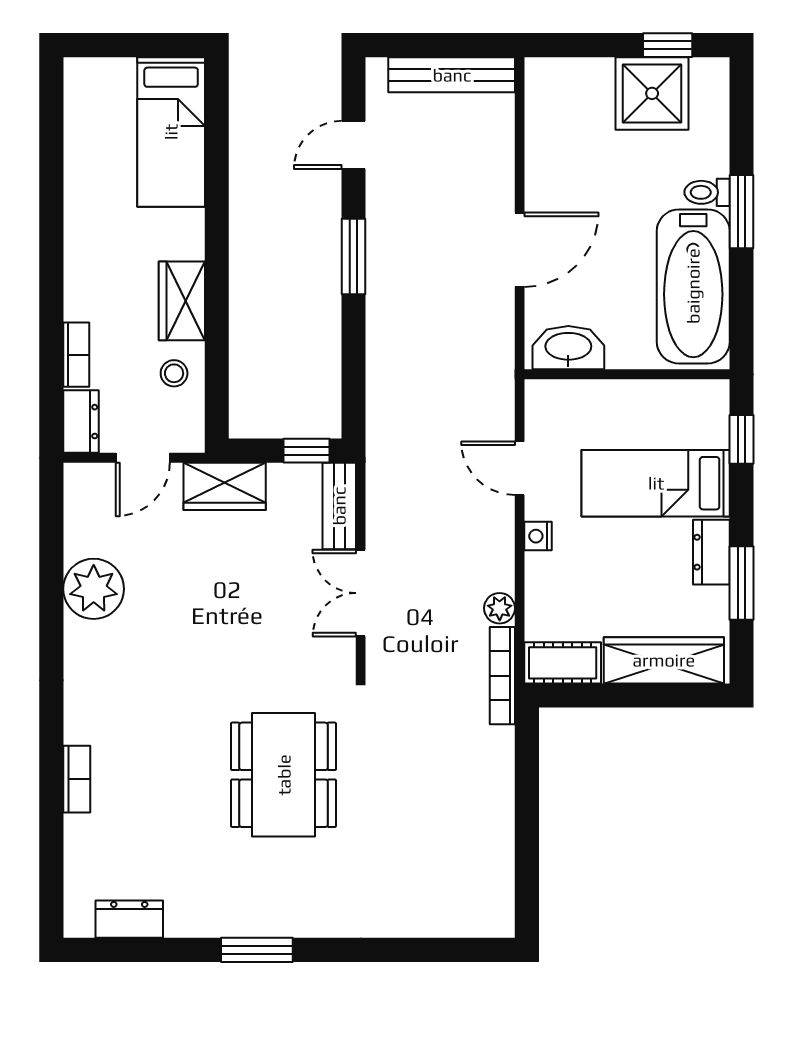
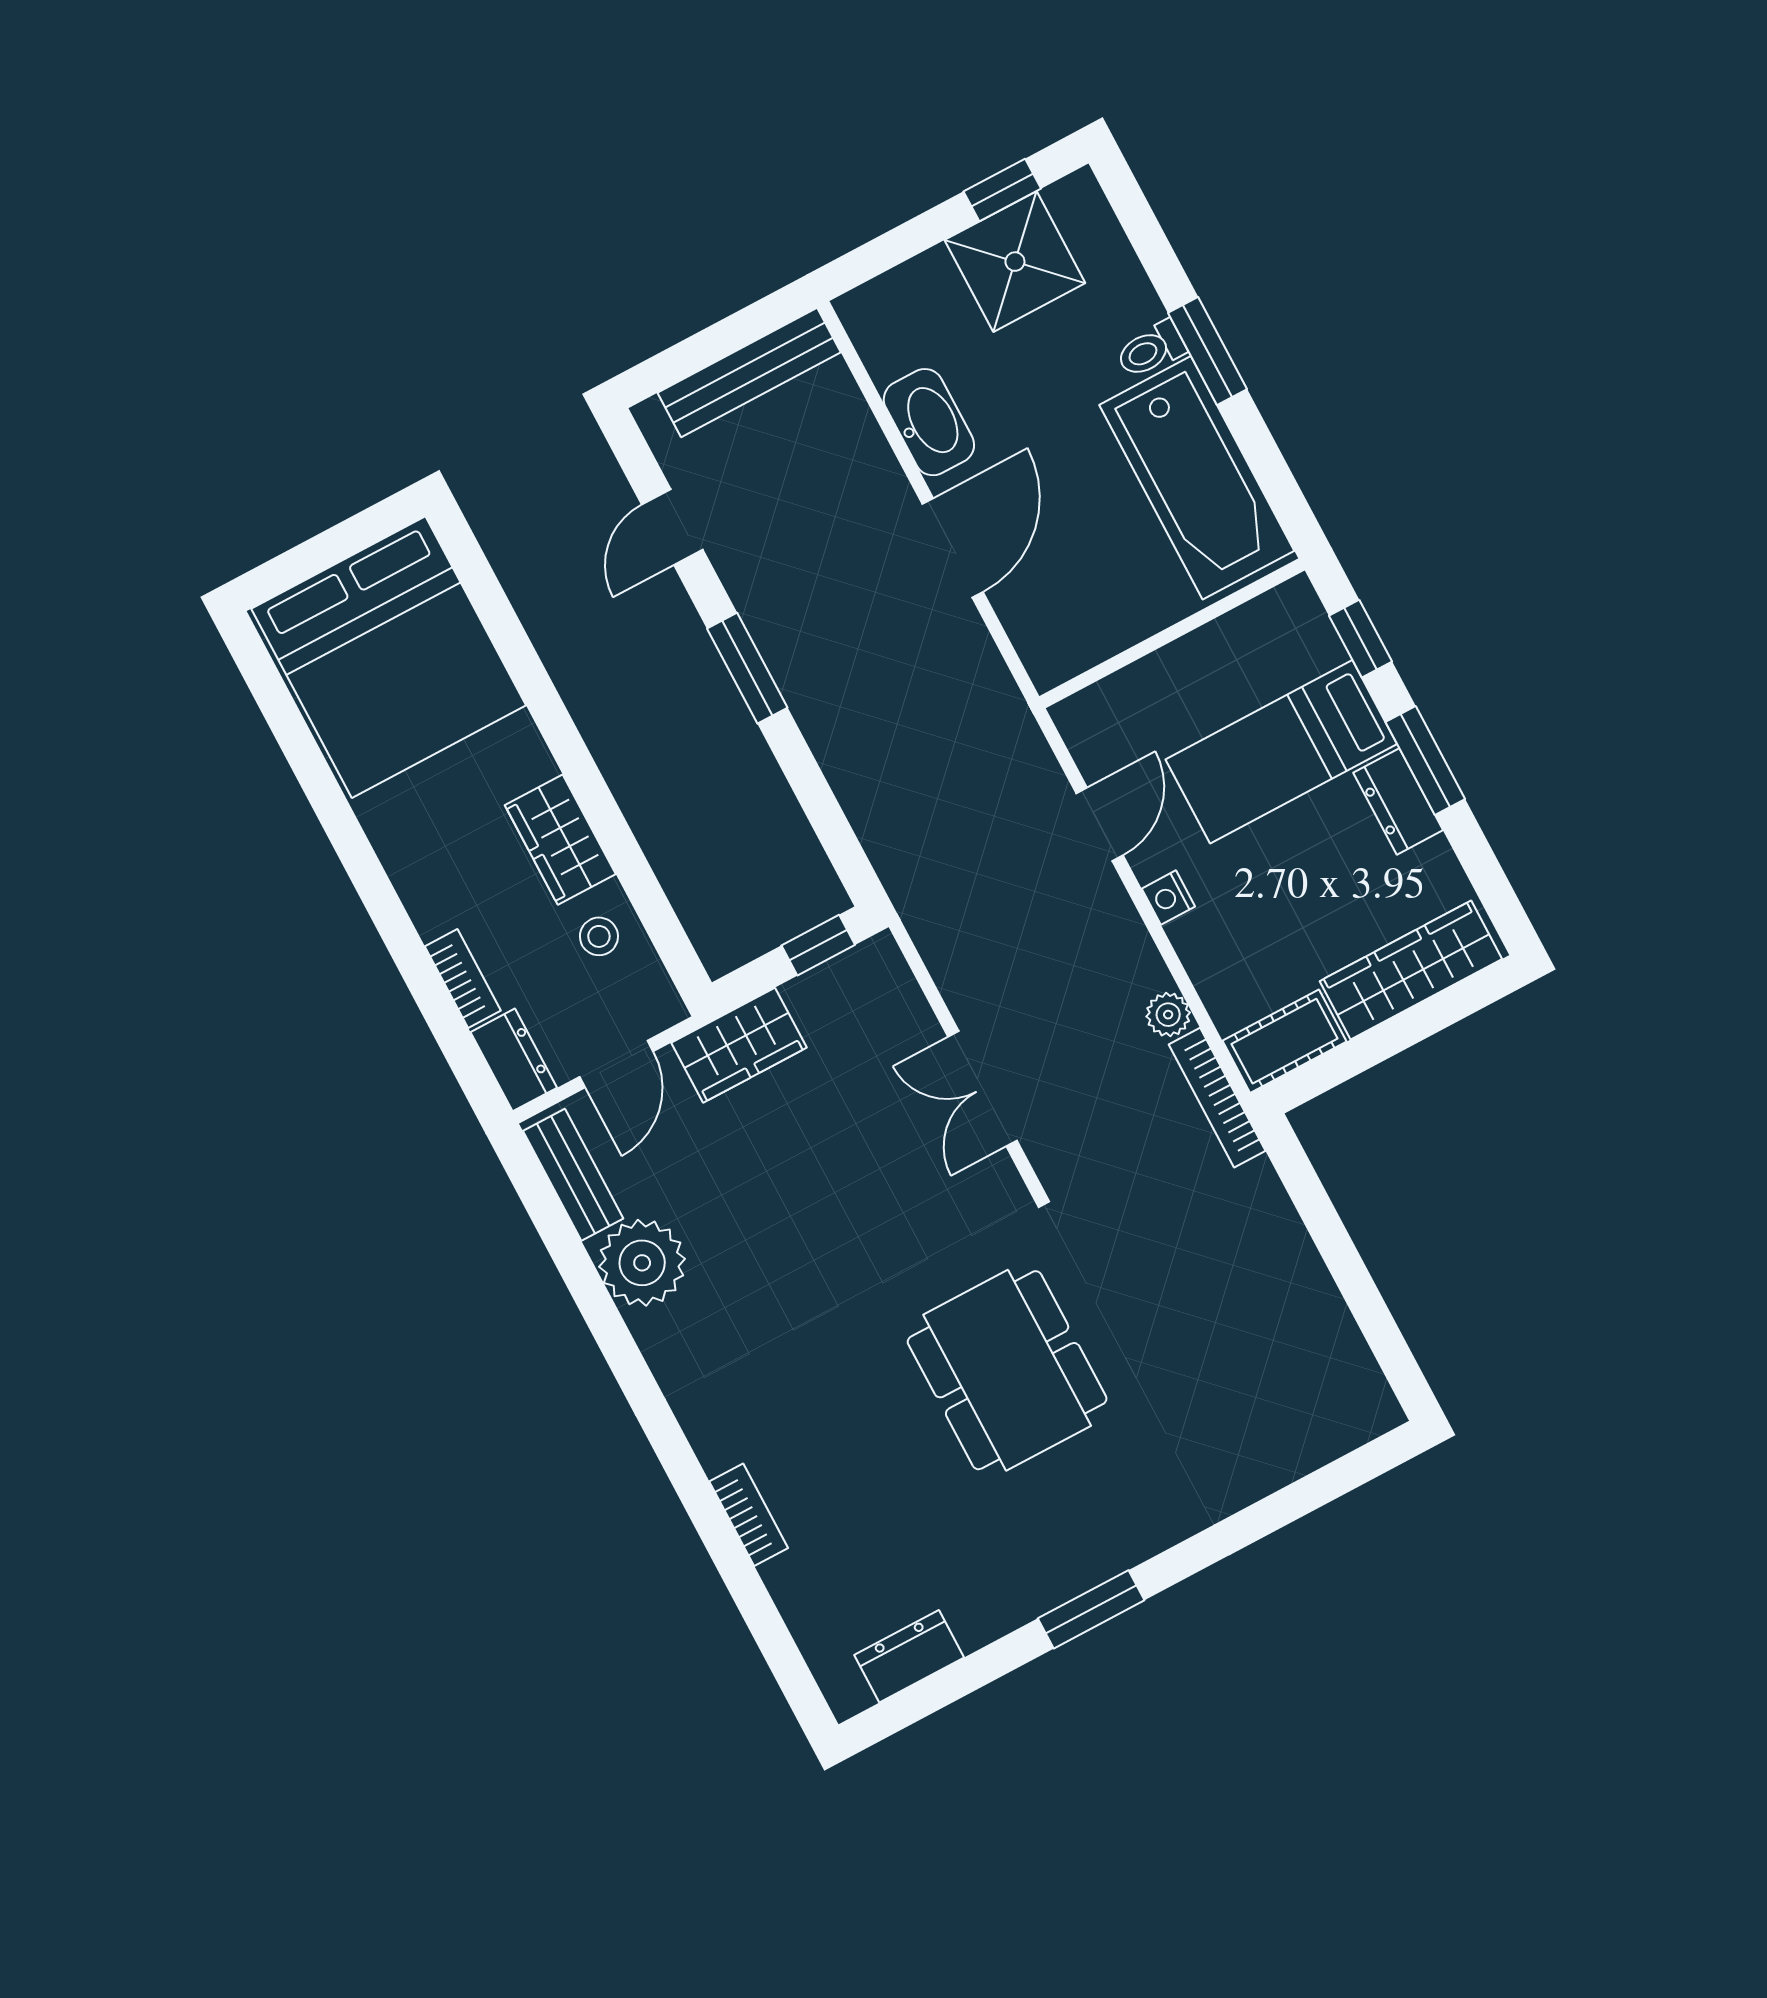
bed: (171, 132) -> (389, 657), width x2.04
washbasin: (568, 348) -> (929, 422), moved, turned 90
door: (520, 468) -> (1100, 824), swing flipped
bench: (339, 506) -> (573, 1175), moved
window: (742, 583) -> (1425, 761), moved

